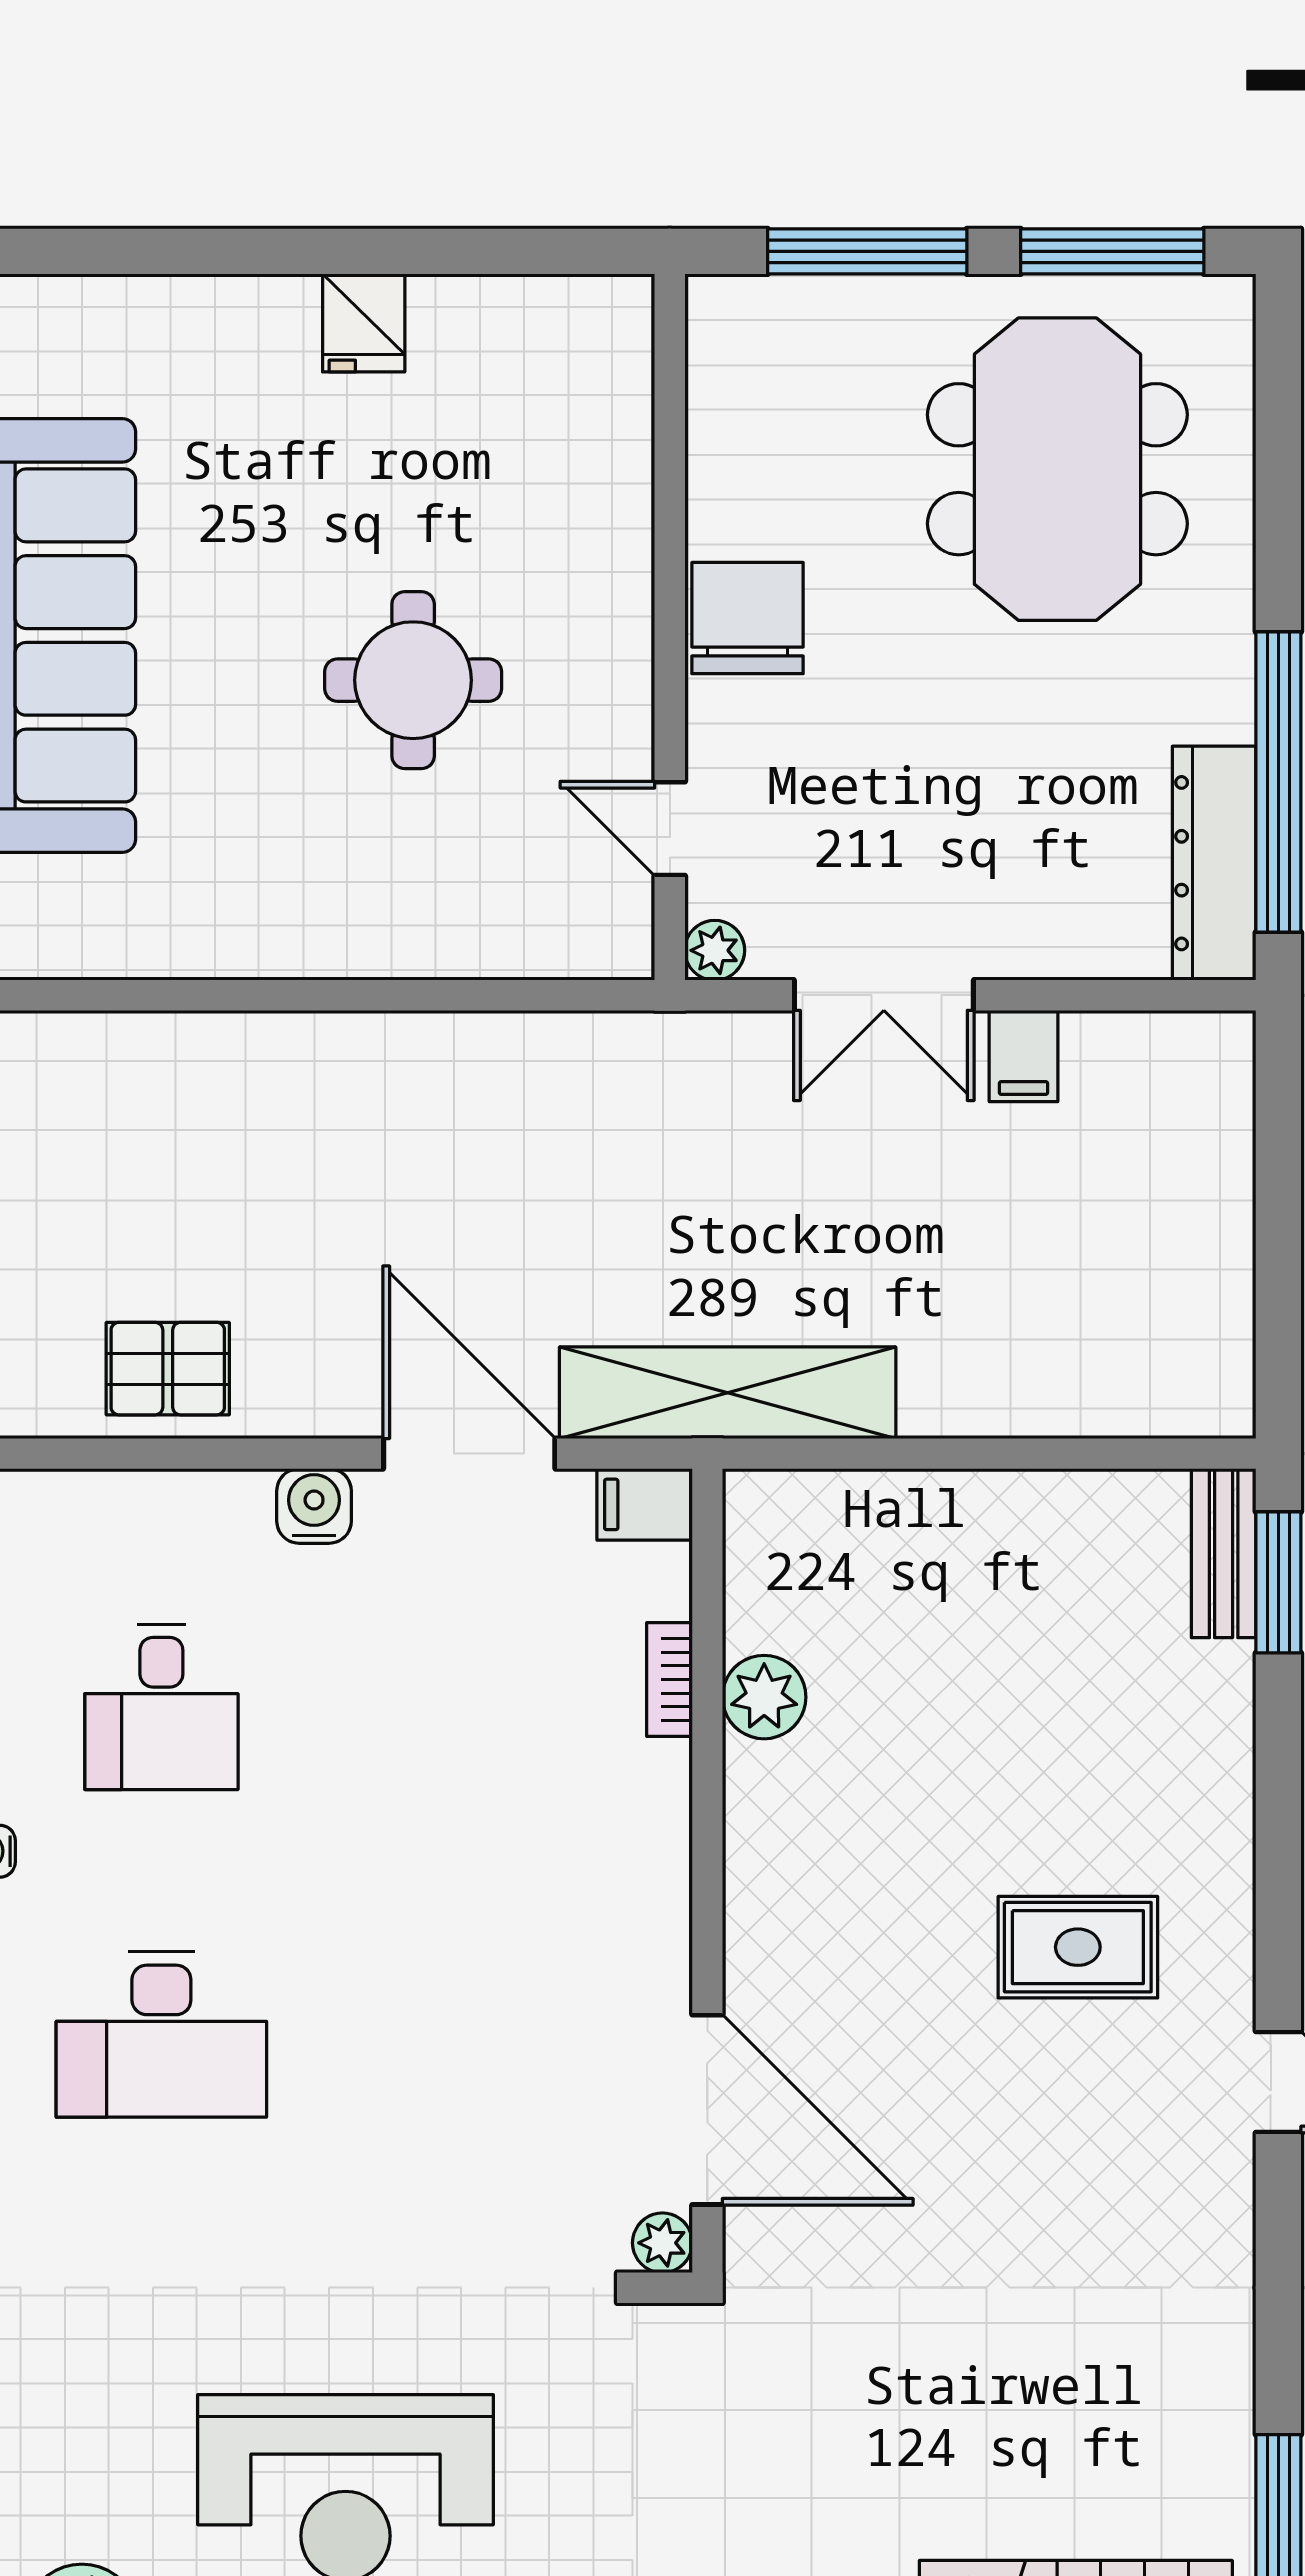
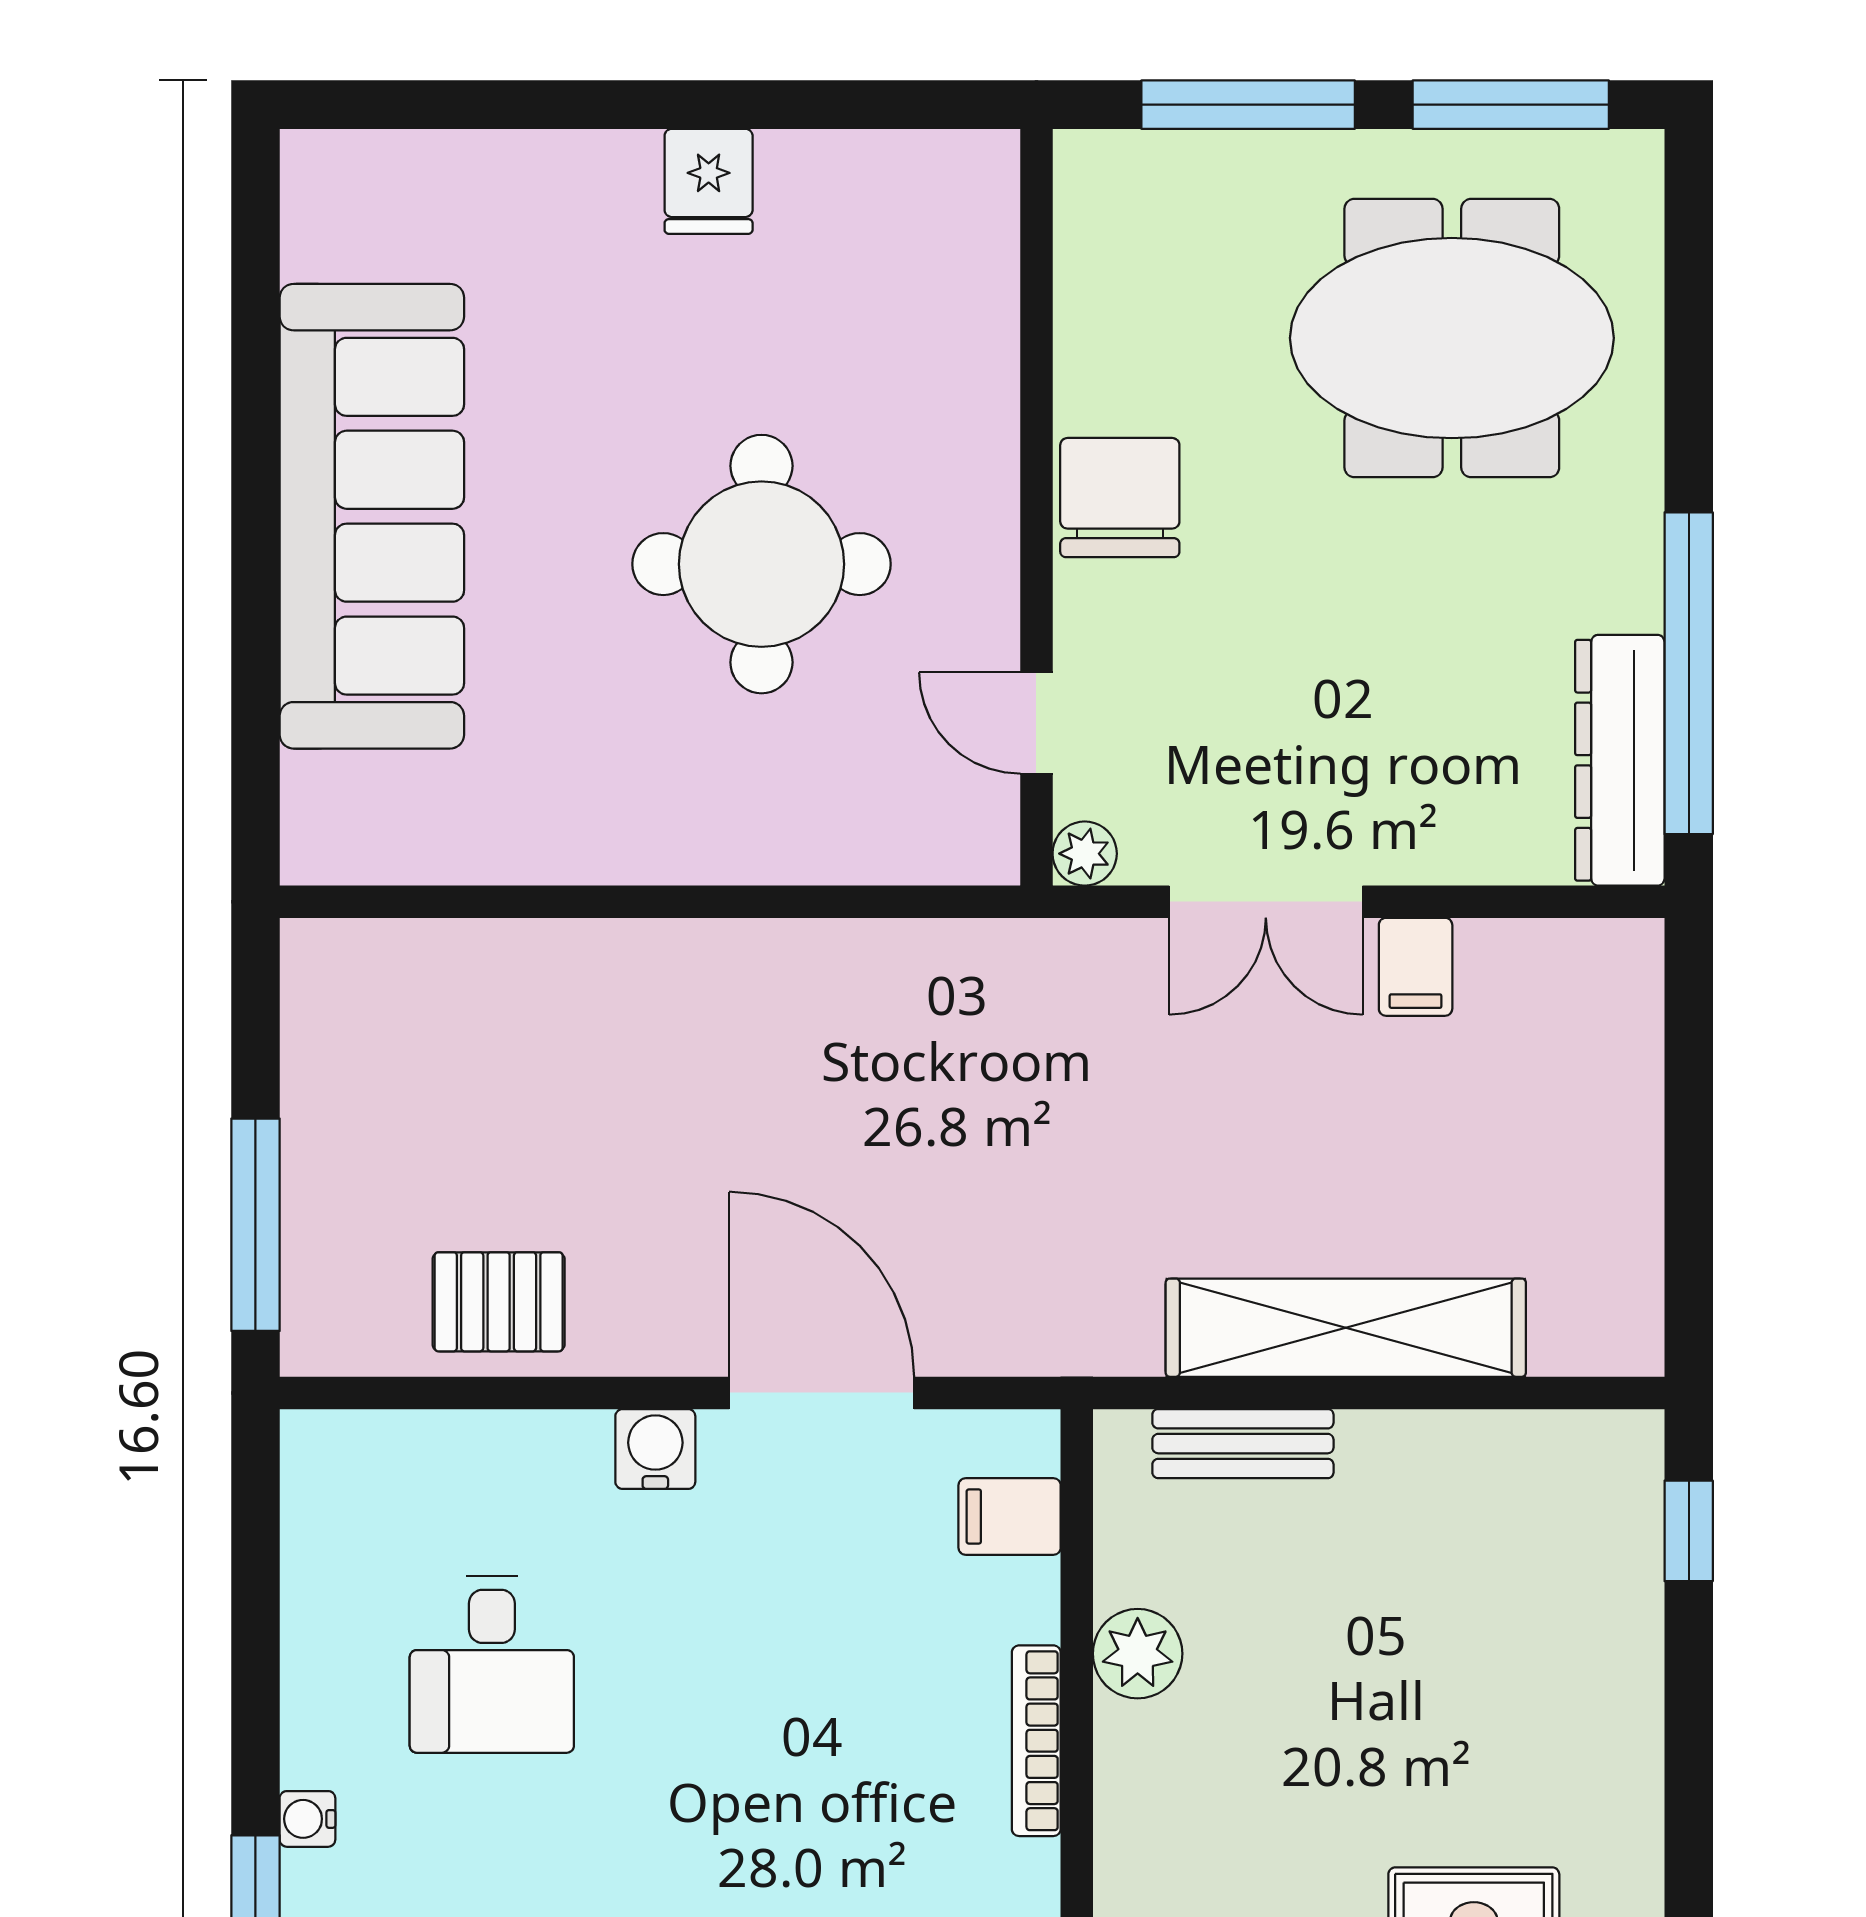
meeting table: (1057, 469) -> (1452, 338), turned 90
round table: (413, 680) -> (761, 564), width x1.36, depth x1.36
shelving: (728, 1393) -> (1346, 1328), moved
filing cabinet: (645, 1504) -> (1010, 1517), moved
bench: (1224, 1553) -> (1243, 1444), moved, turned 90
window: (1278, 1582) -> (1689, 1531), width x0.67
bookcase: (670, 1680) -> (1036, 1741), moved, width x1.56

